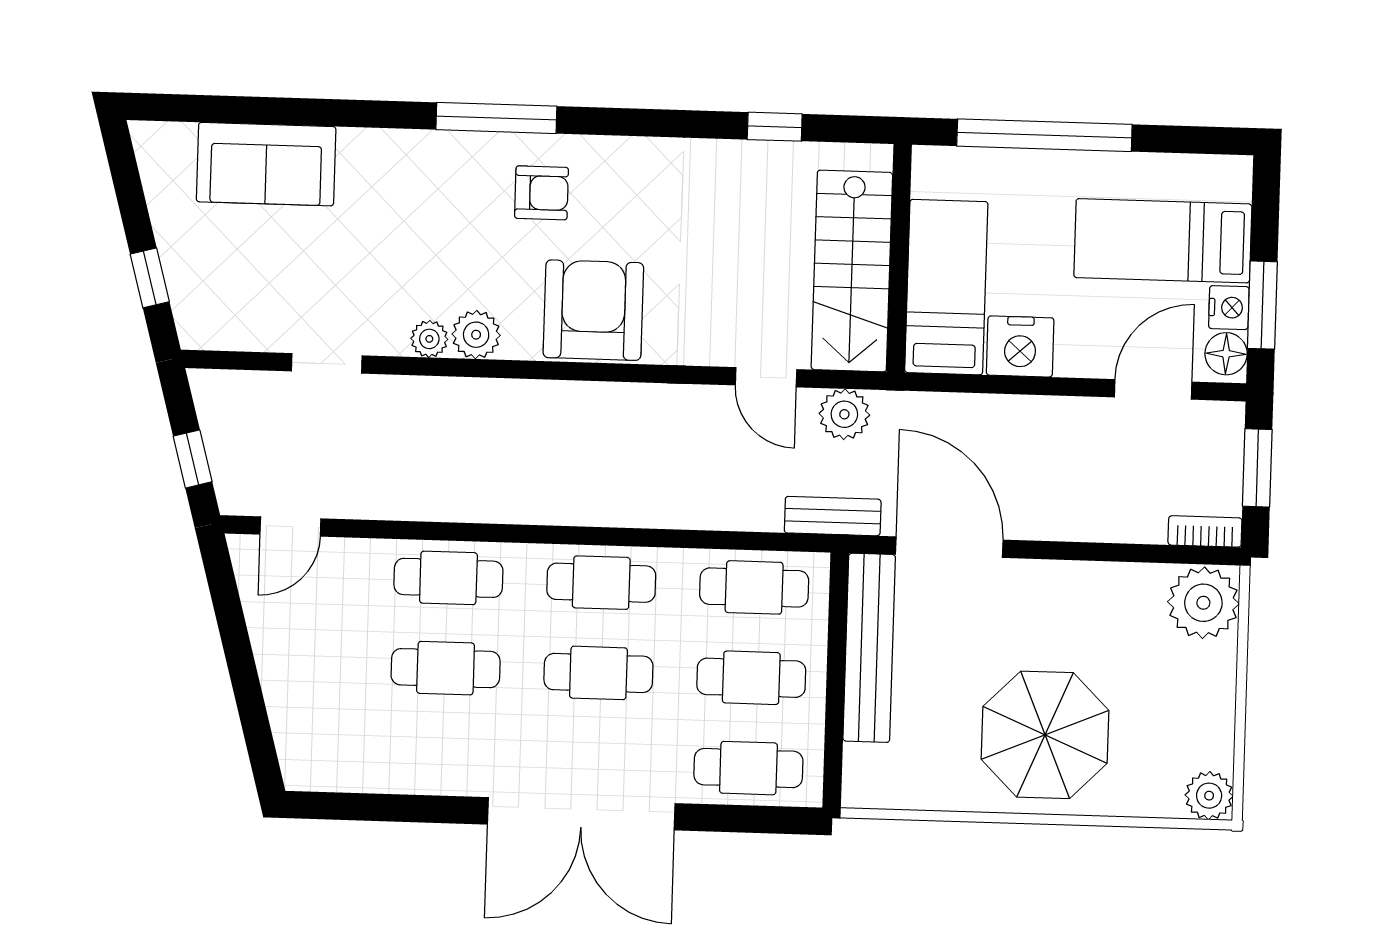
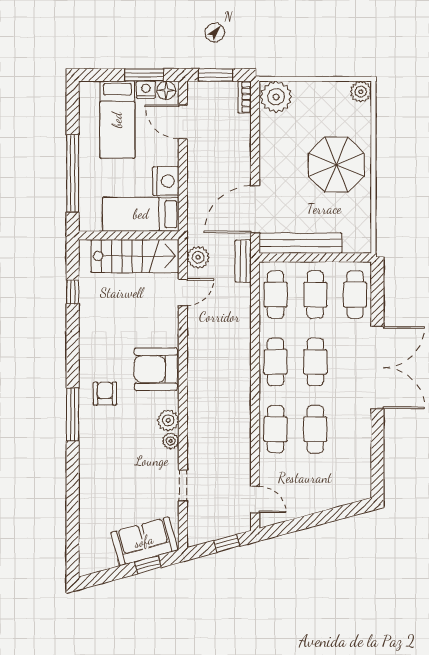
sofa: (266, 164) -> (144, 541), moved, turned -105

